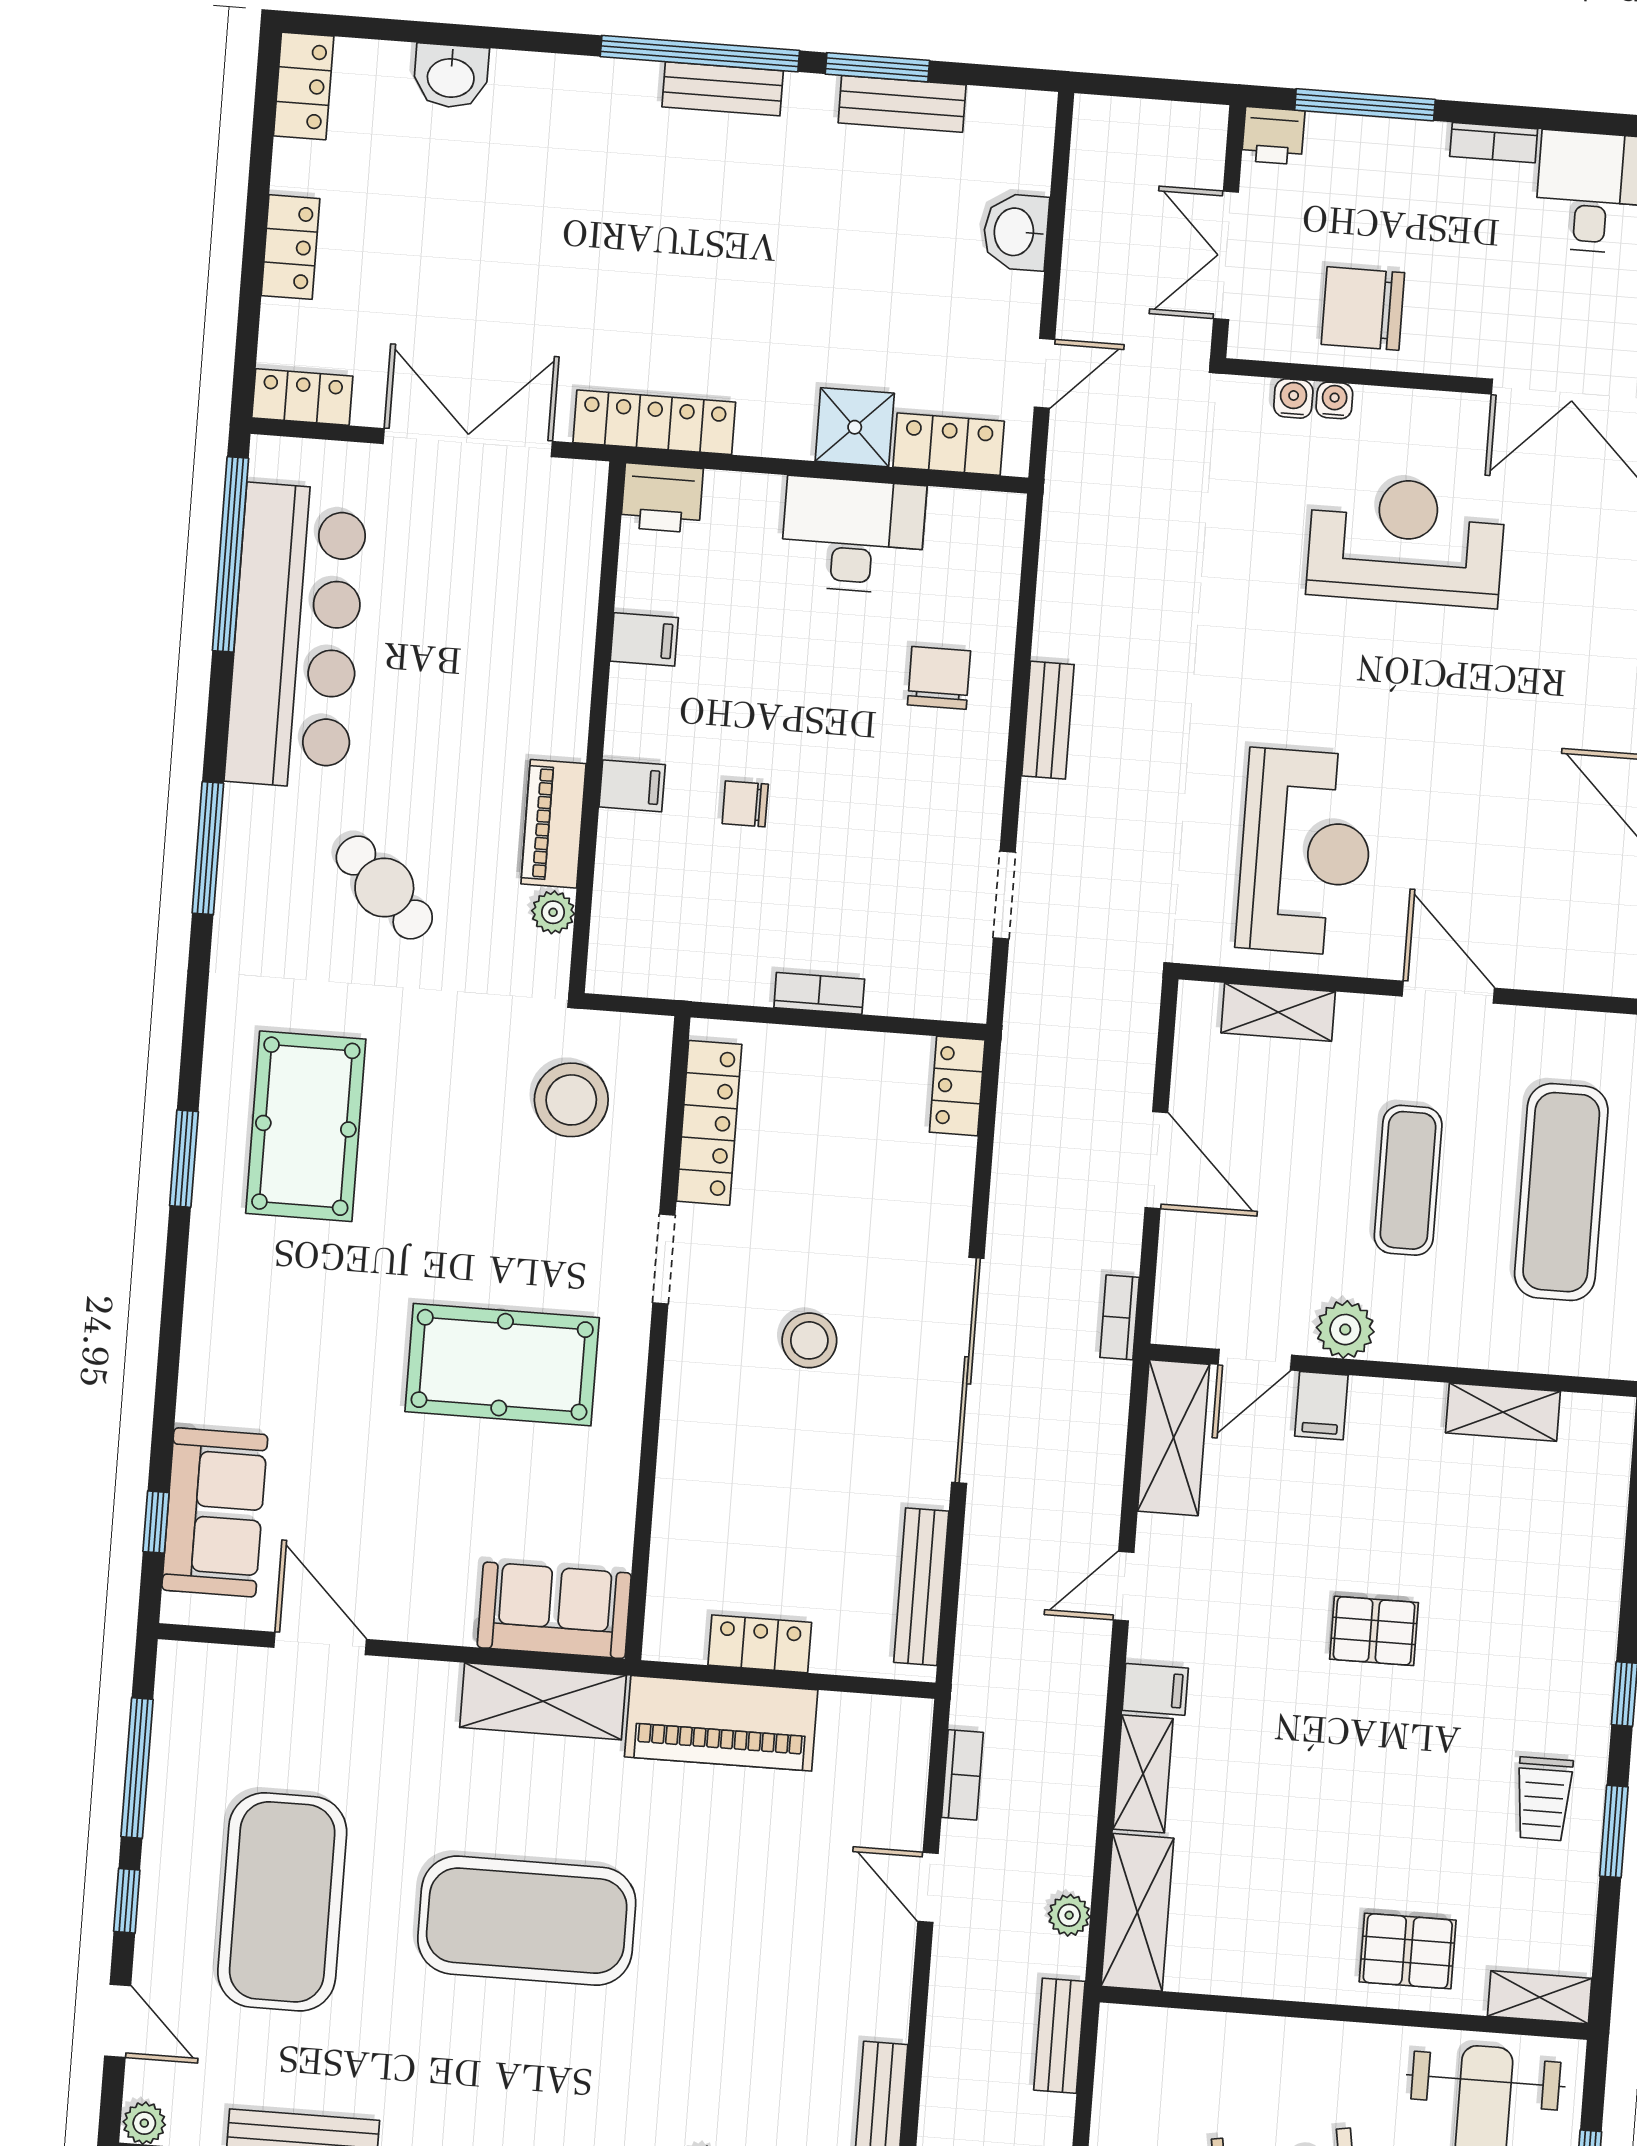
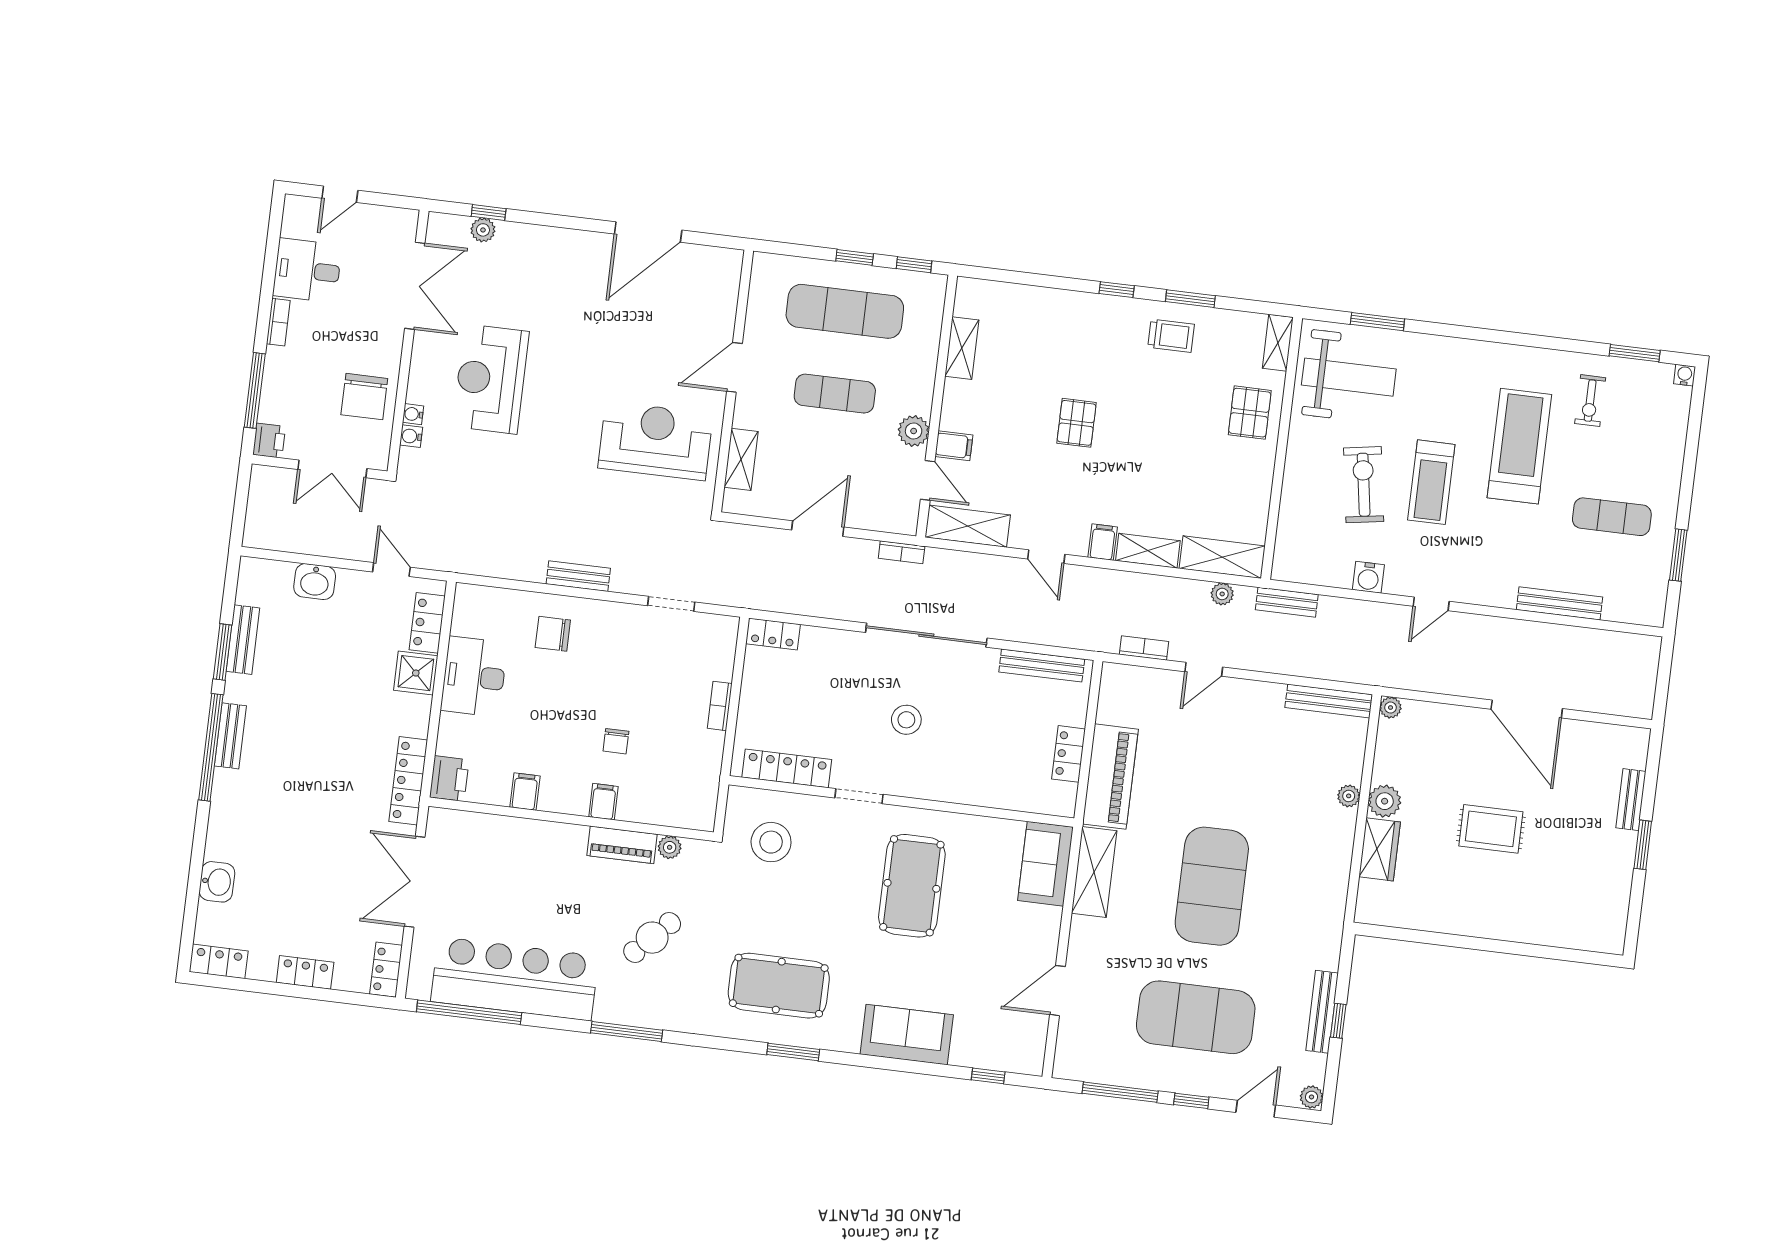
sofa: (215, 1512) -> (907, 1035), moved

